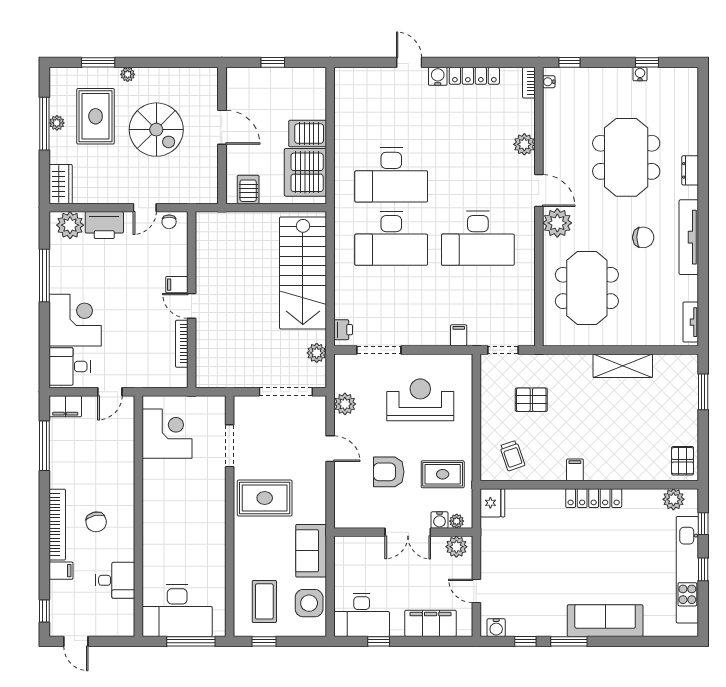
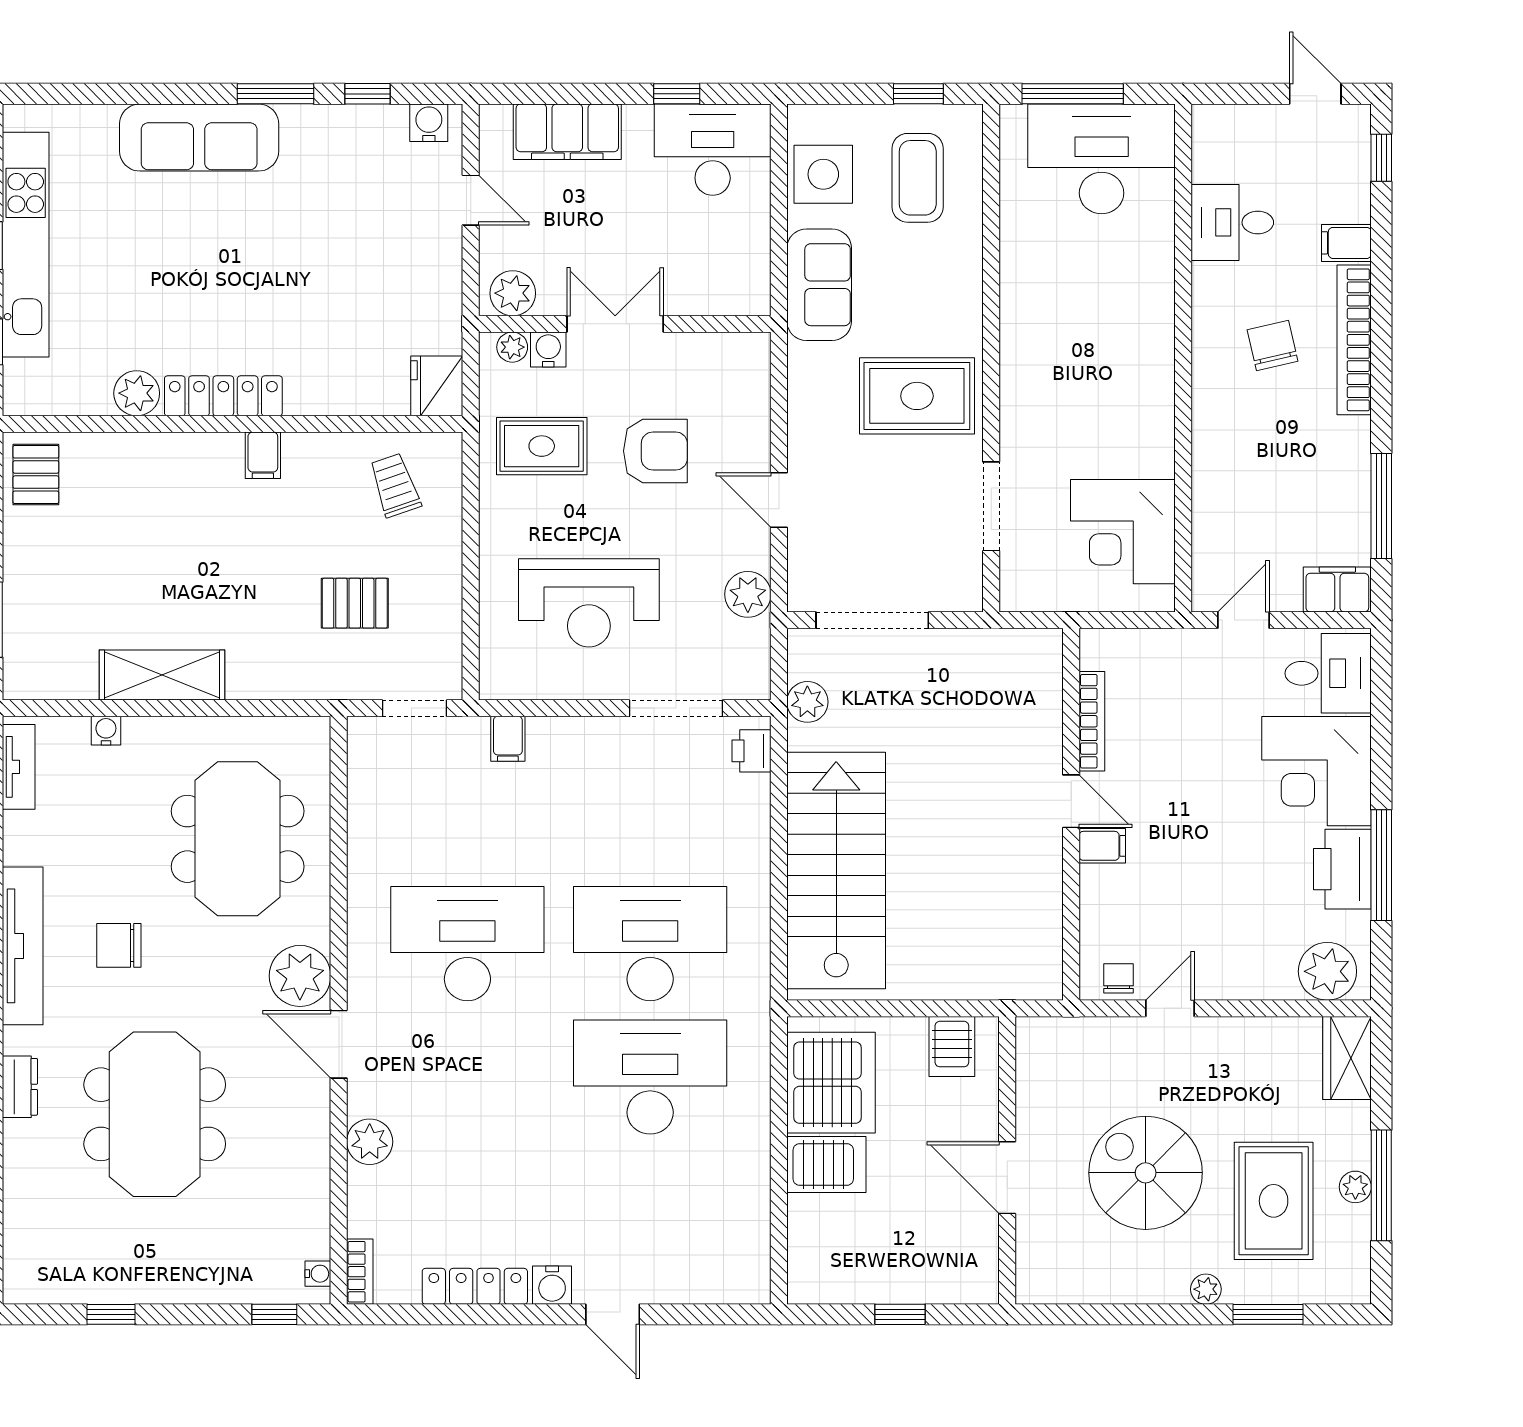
water cooler: (640, 74) -> (106, 731), moved, turned 180
printer: (104, 225) -> (1342, 869), moved, turned -90
plant: (673, 499) -> (137, 393), moved

